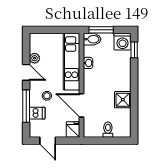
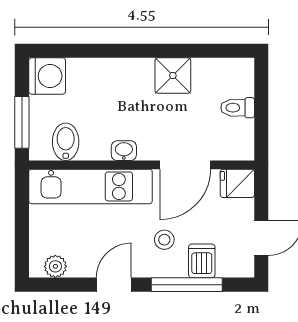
bidet: (92, 39) -> (66, 142), moved
window: (134, 50) -> (65, 51), removed
plant: (35, 58) -> (55, 266), moved
washbasin: (88, 63) -> (124, 151), moved

